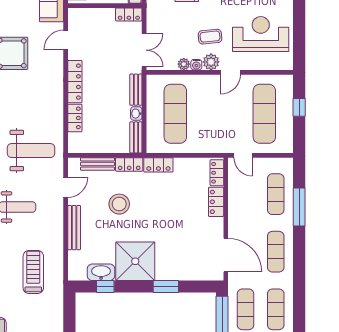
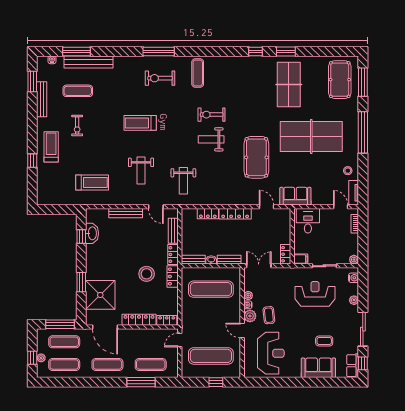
double door: (144, 50) -> (259, 266), swing flipped
weight bench: (31, 151) -> (183, 181), width x0.73, depth x0.75
locker: (216, 202) -> (139, 320), width x1.53
stool: (119, 204) -> (147, 274), moved
door: (226, 255) -> (105, 327), hinge flipped
shower: (135, 261) -> (100, 295), moved

